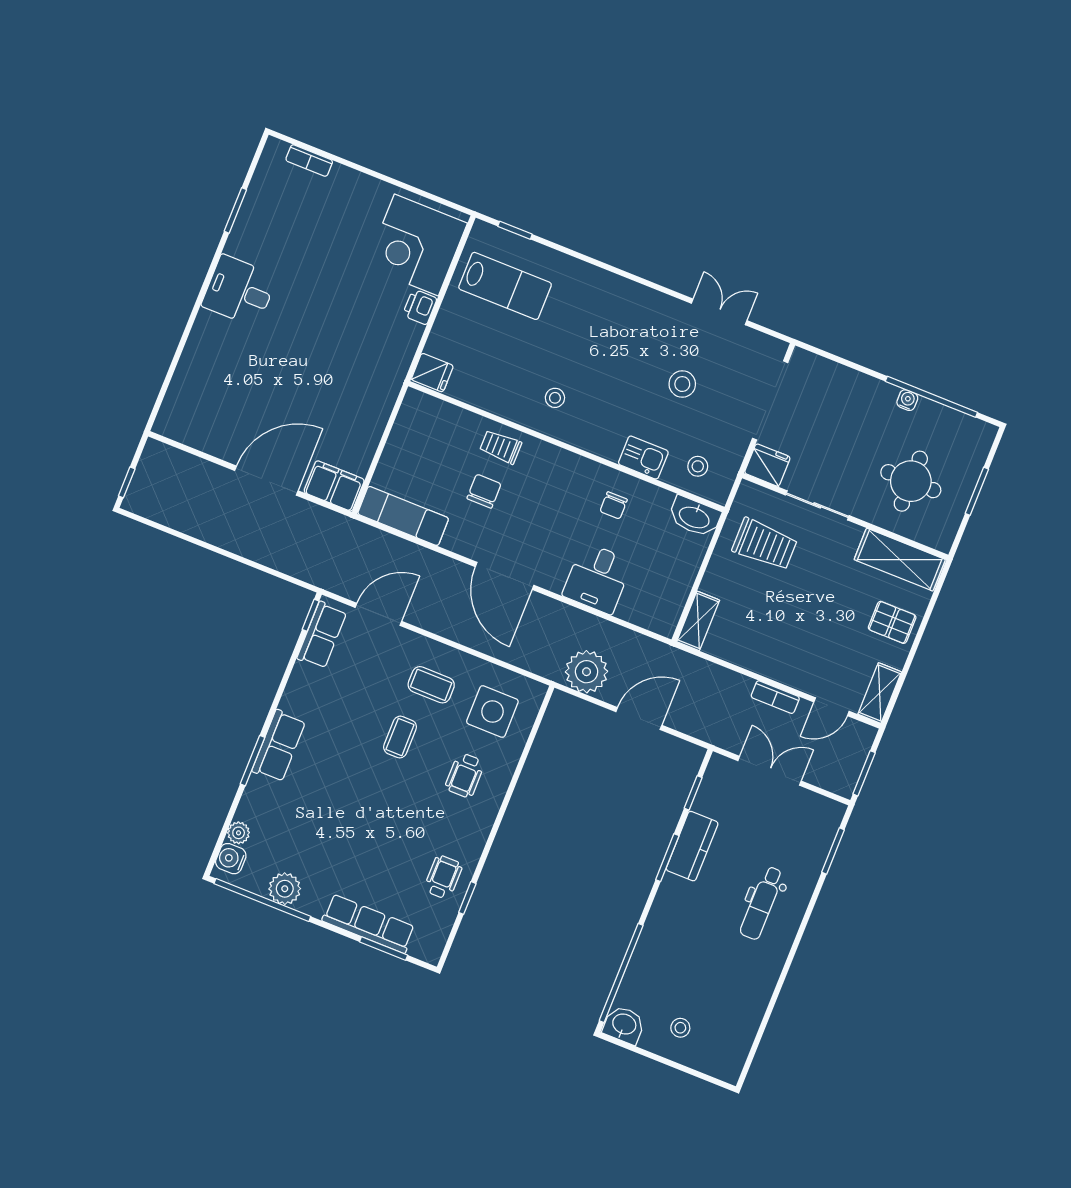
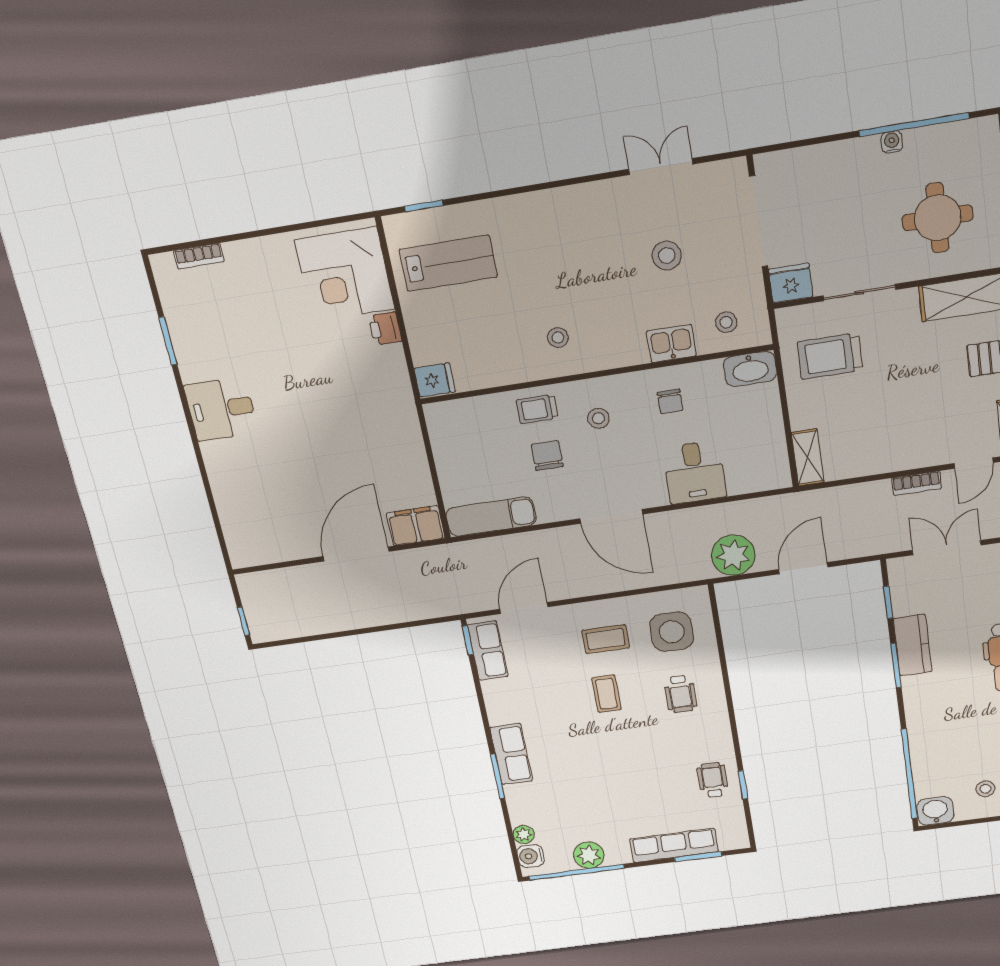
stool: (546, 485) -> (598, 418), added
trolley: (765, 544) -> (830, 356), turned 180

